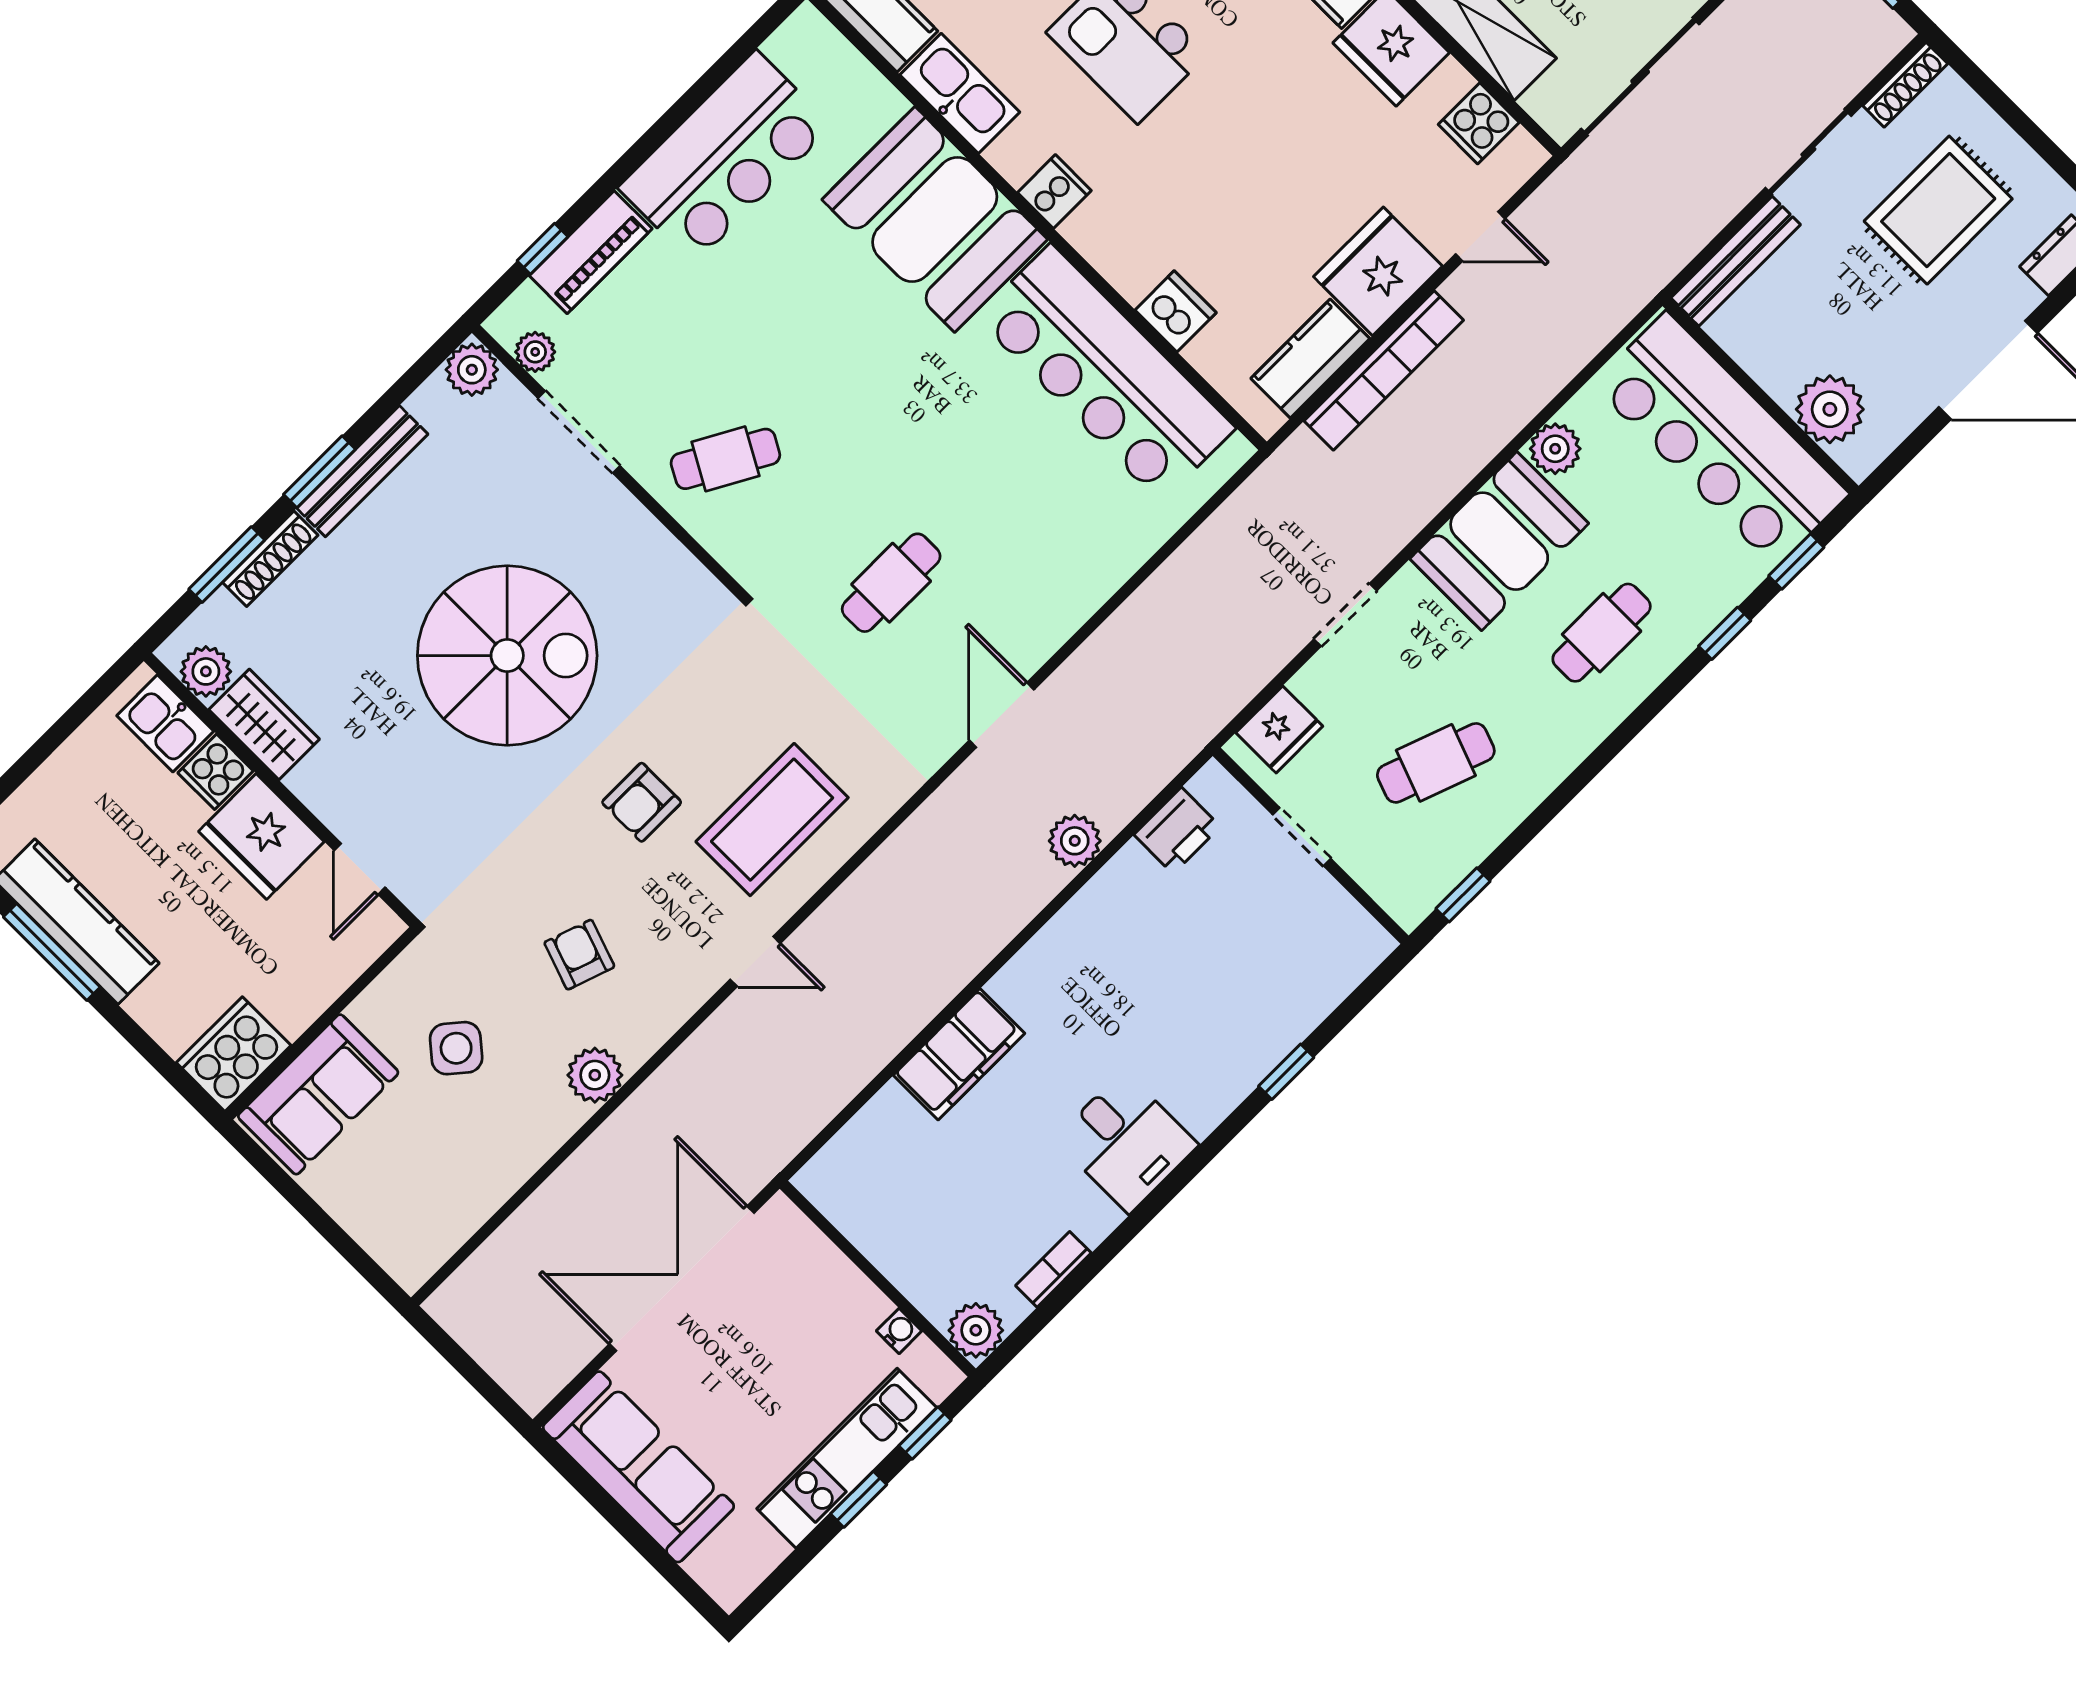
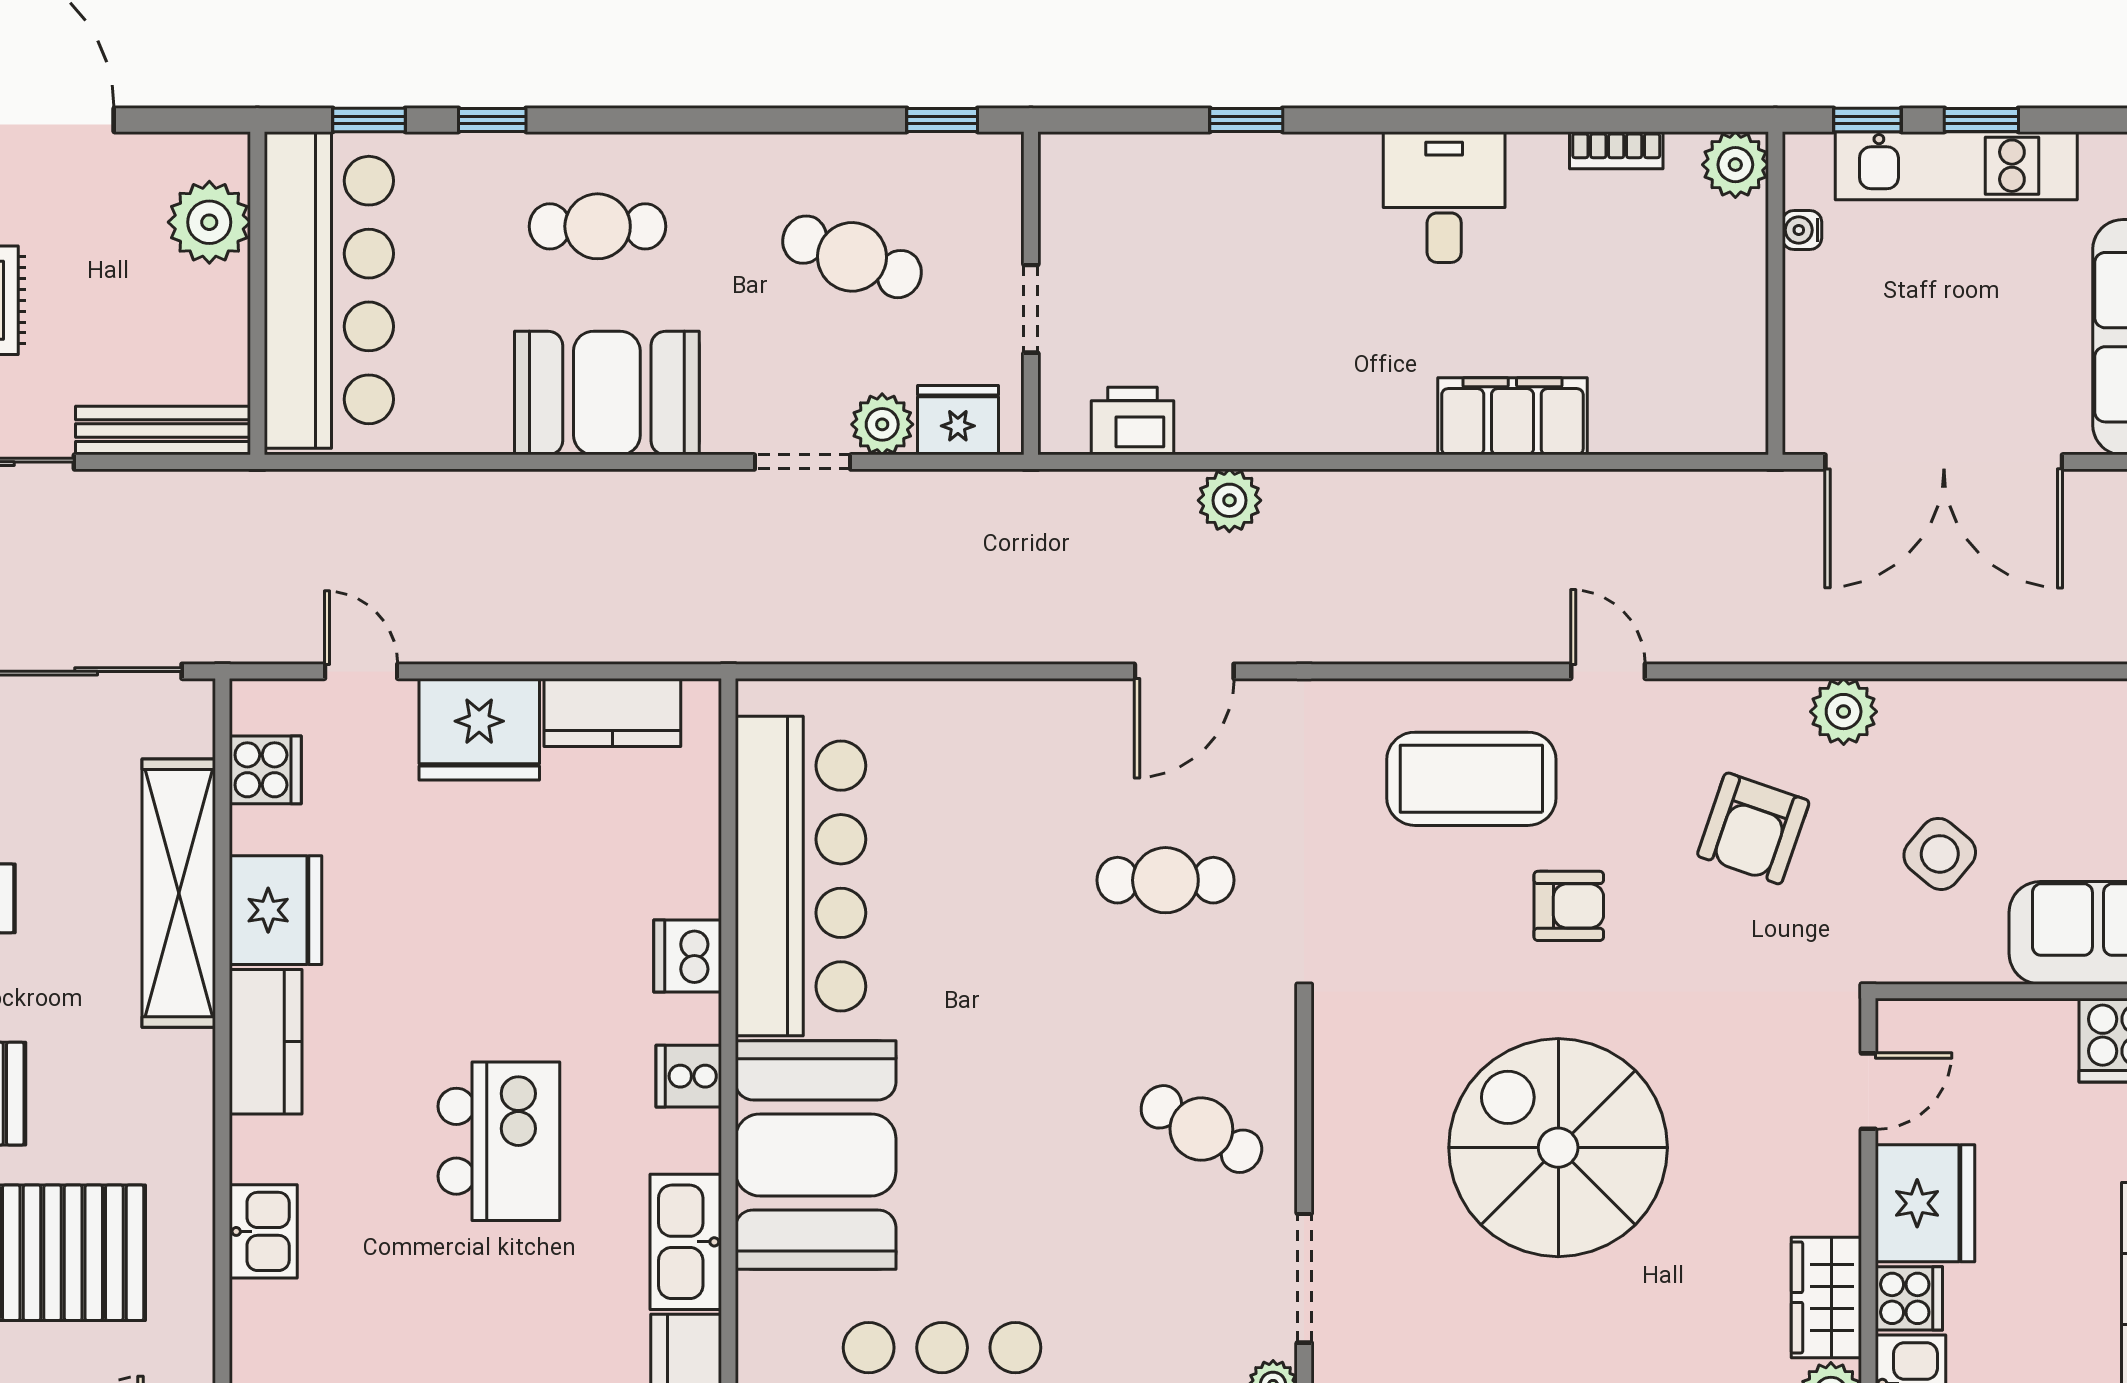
dishwasher: (1176, 311) -> (688, 956), moved
bookcase: (1384, 371) -> (559, 639), removed
plant: (1555, 449) -> (882, 424), moved
armchair: (579, 955) -> (1753, 828), width x1.38, depth x1.38

